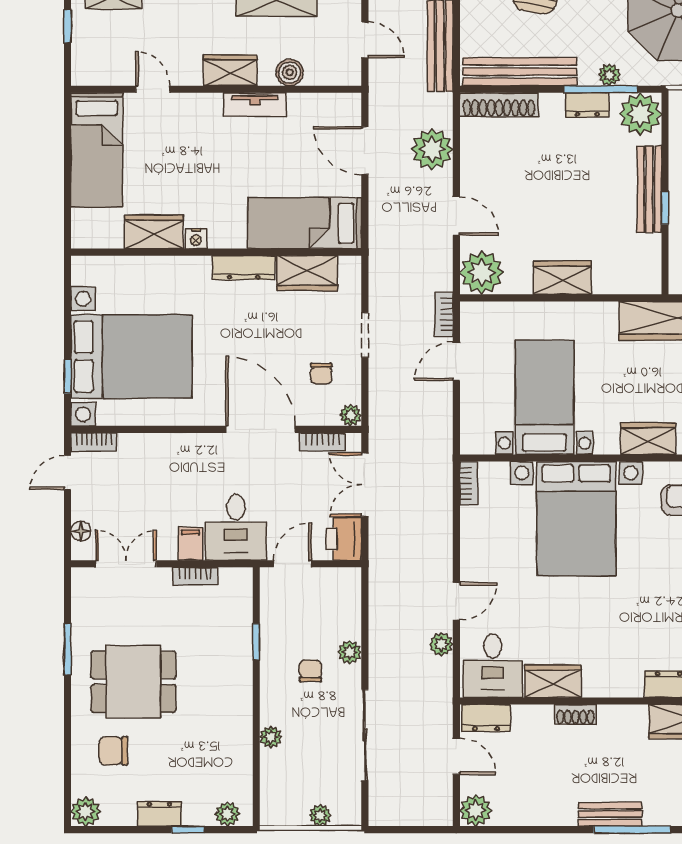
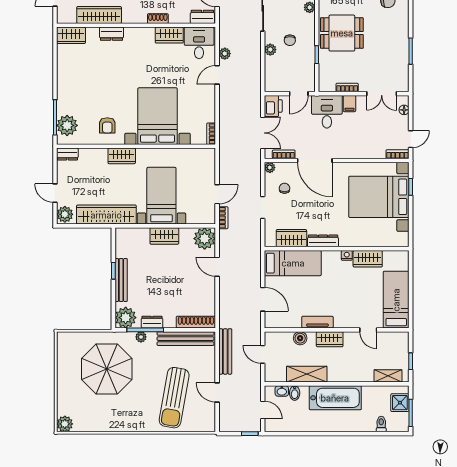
plant: (432, 149) -> (229, 300), removed
bed with nightstands: (544, 397) -> (161, 196), moved, turned 180
dining table: (133, 682) -> (342, 33), moved

